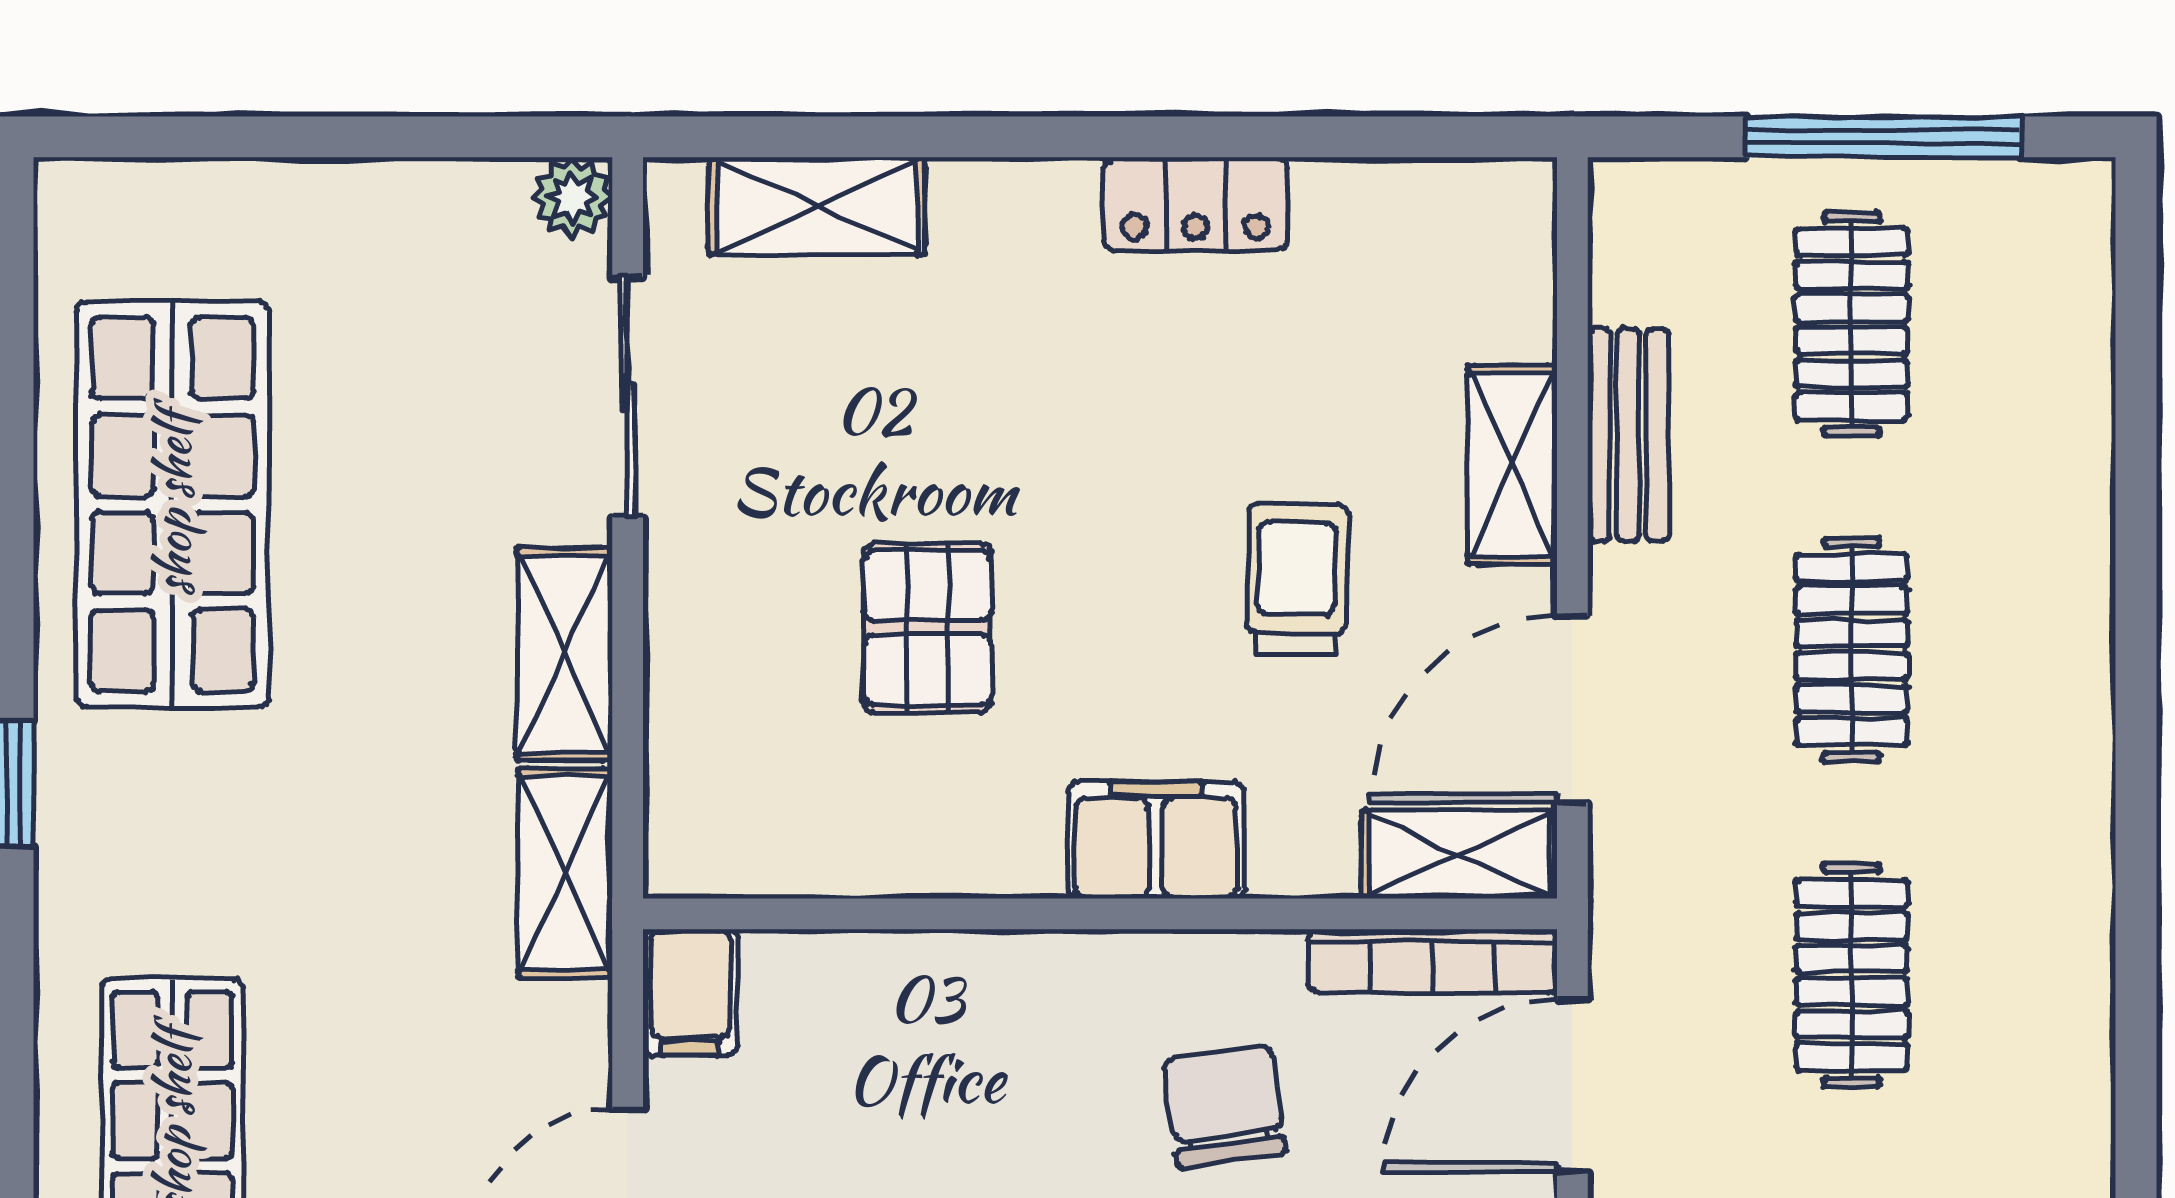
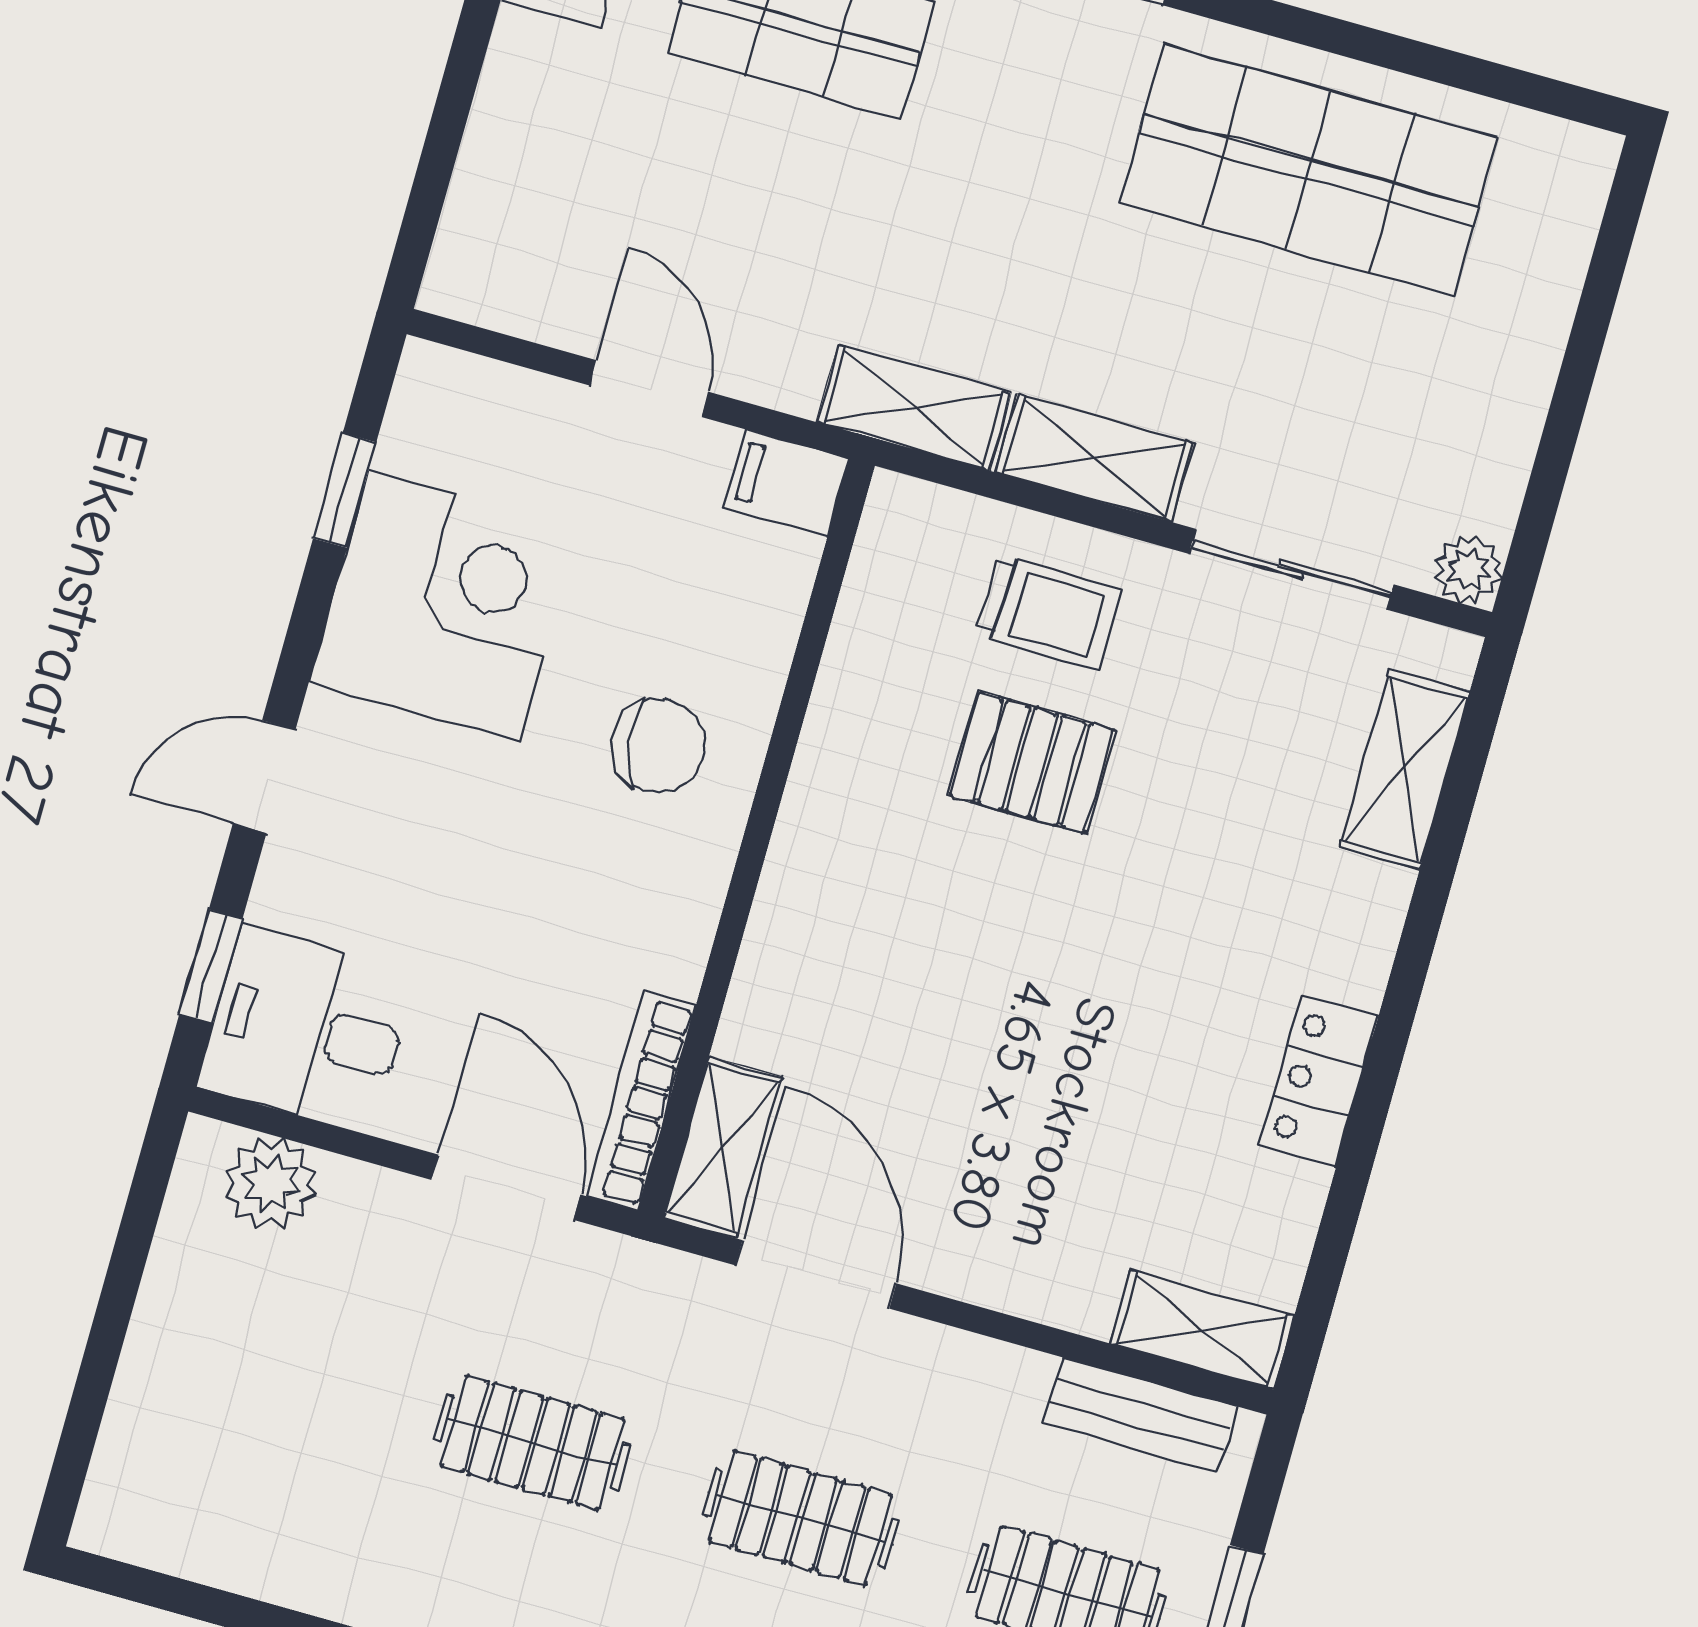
bench: (1628, 435) -> (1140, 1415), moved
shelving: (1512, 465) -> (1202, 1330), moved
trolley: (1297, 579) -> (1048, 612), moved
filing cabinet: (1156, 840) -> (804, 901), removed
chair: (1225, 1107) -> (658, 746), moved

